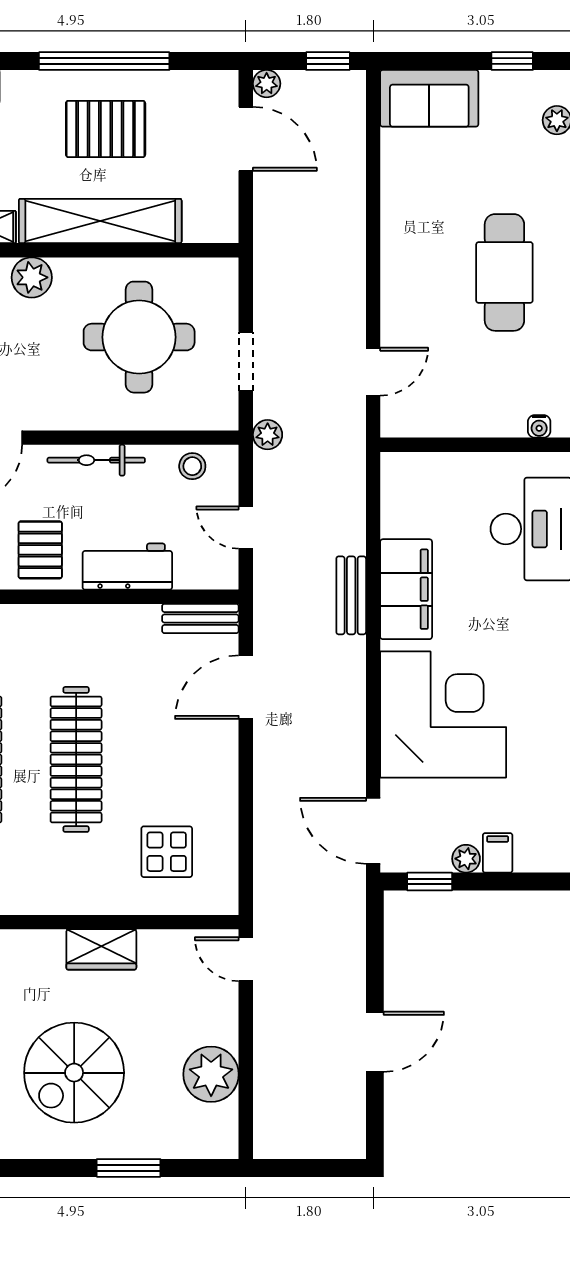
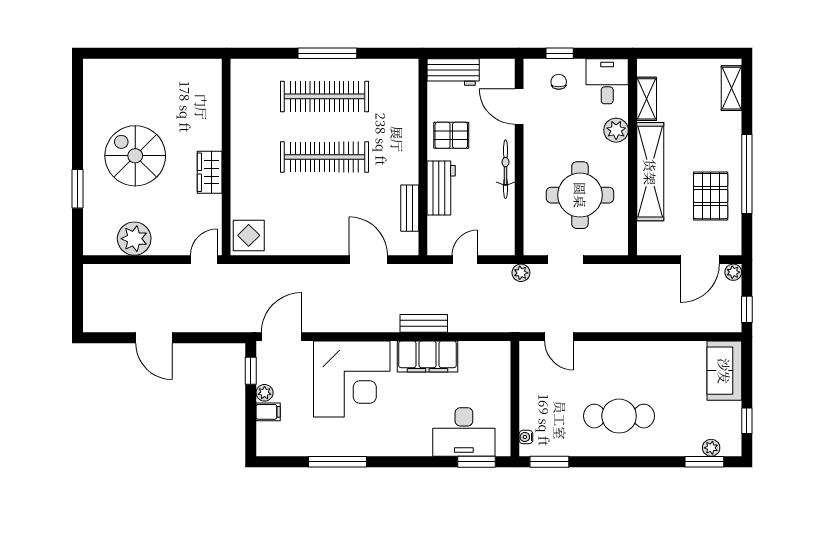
pallet: (106, 129) -> (711, 196), moved
stool: (192, 466) -> (502, 227), removed
bench: (200, 619) -> (410, 208), moved
display table: (167, 852) -> (249, 235), moved

